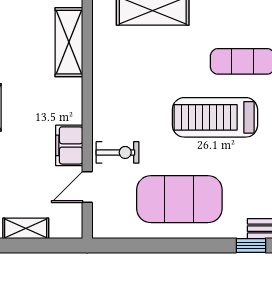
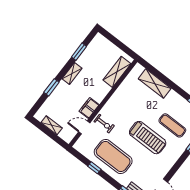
treadmill: (215, 117) -> (148, 138), turned 180
window: (161, 245) -> (94, 168), added

